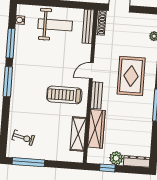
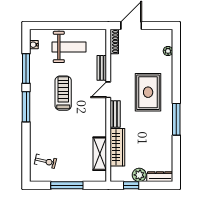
bench: (88, 26) -> (102, 68), moved, width x0.73
treadmill: (64, 95) -> (63, 93), moved, turned 90
window: (28, 162) -> (67, 185), moved

